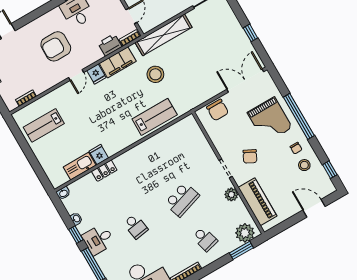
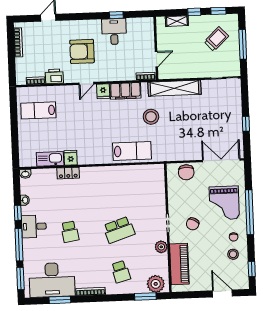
printer: (110, 45) -> (54, 76), moved

